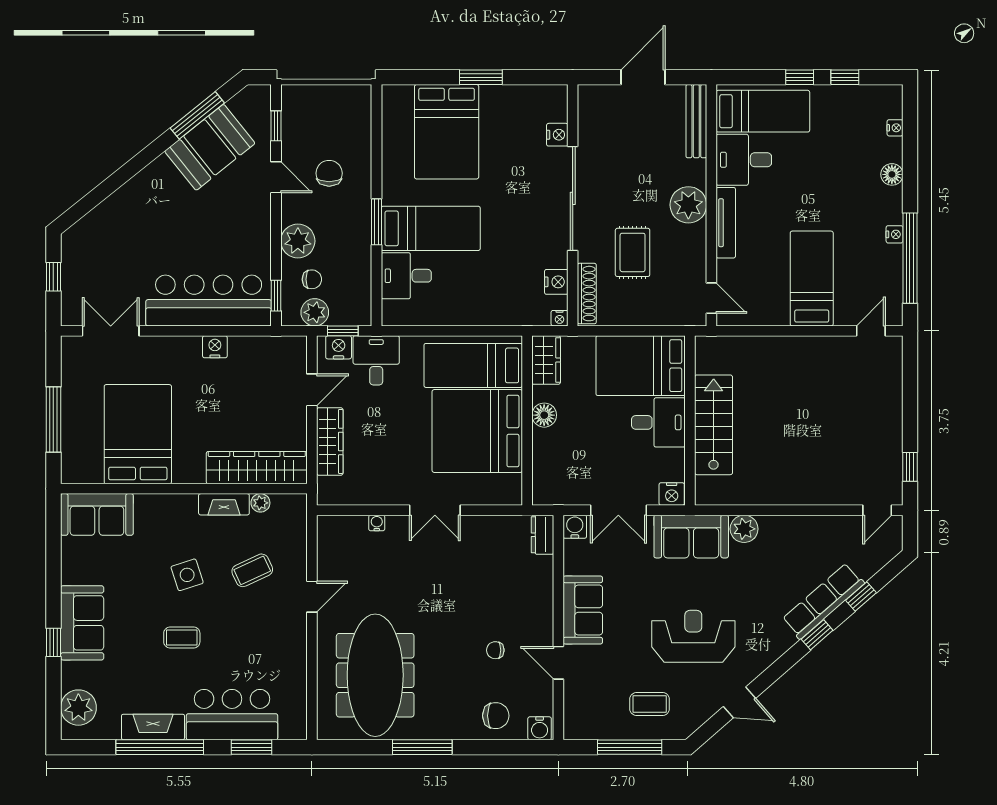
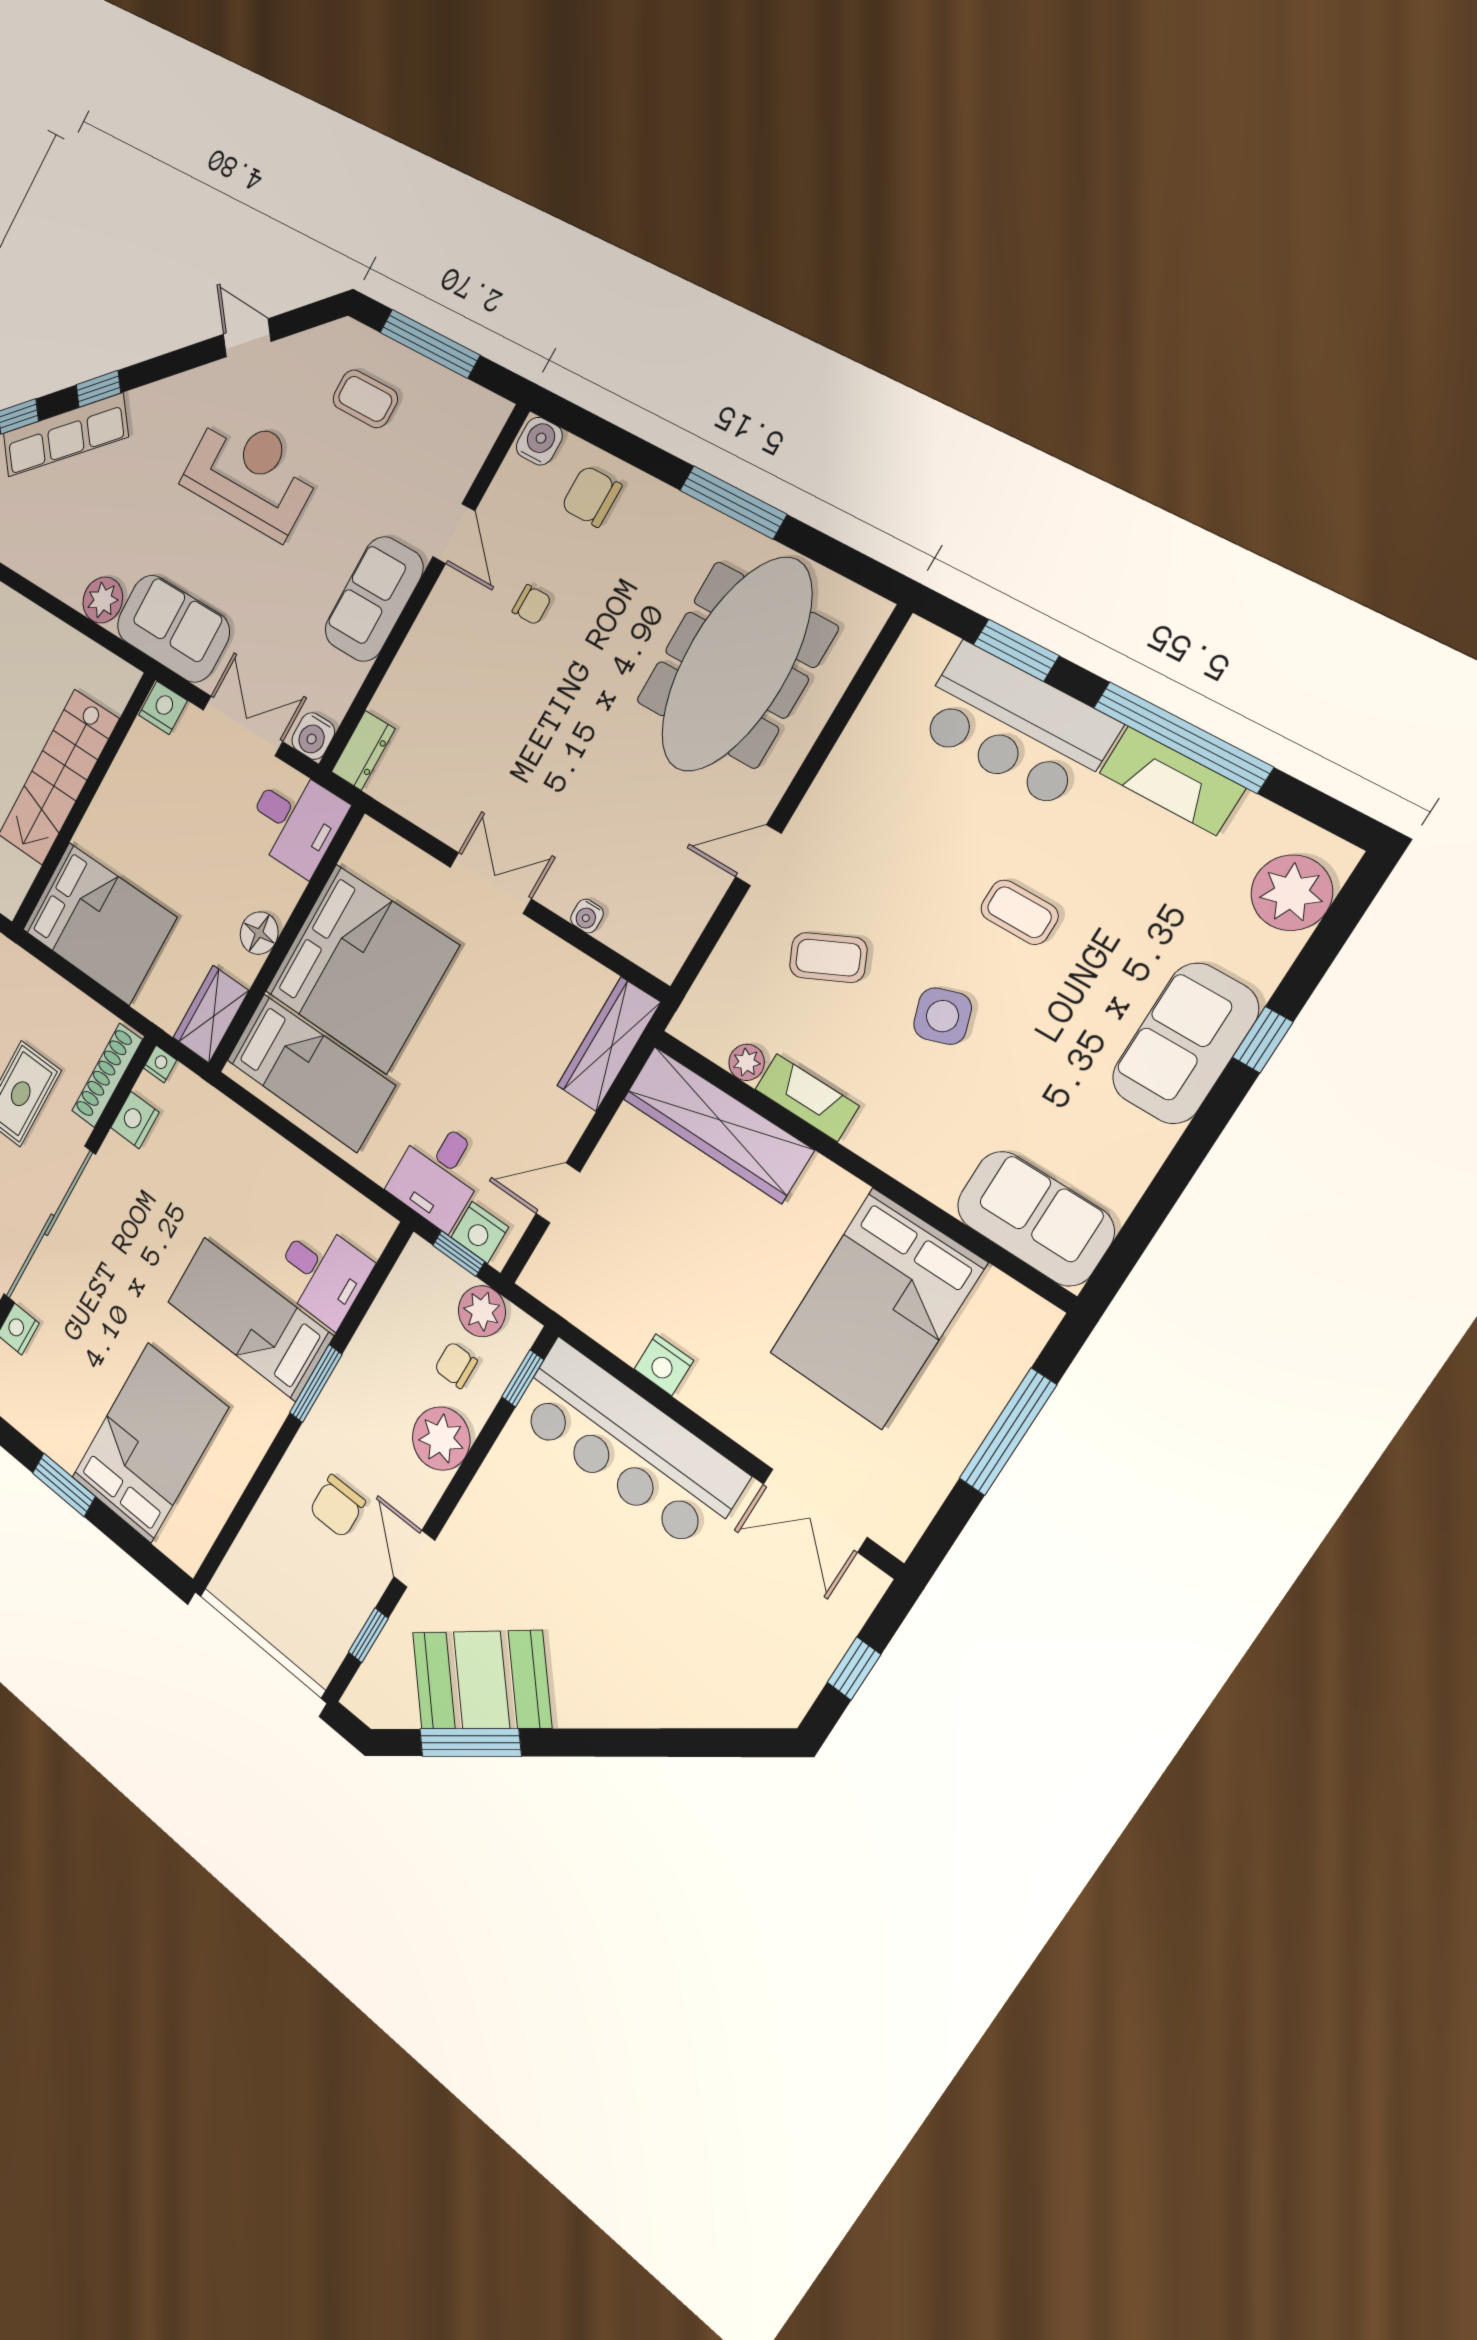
desk: (658, 422) -> (295, 821), moved, turned 180
wardrobe: (330, 442) -> (609, 1044), moved
reception desk: (693, 636) -> (251, 474), turned 180

